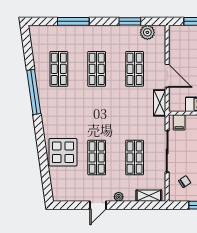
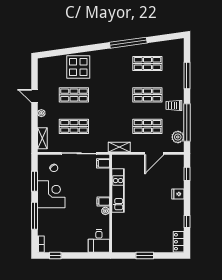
window: (130, 21) -> (187, 123), width x2.11
trolley: (109, 37) -> (174, 105), added
door: (167, 76) -> (154, 153), moved

